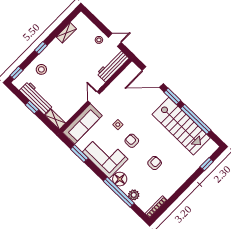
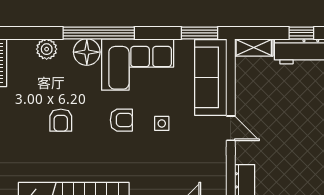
window: (79, 154) -> (199, 33), moved
window: (119, 192) -> (99, 33), moved

